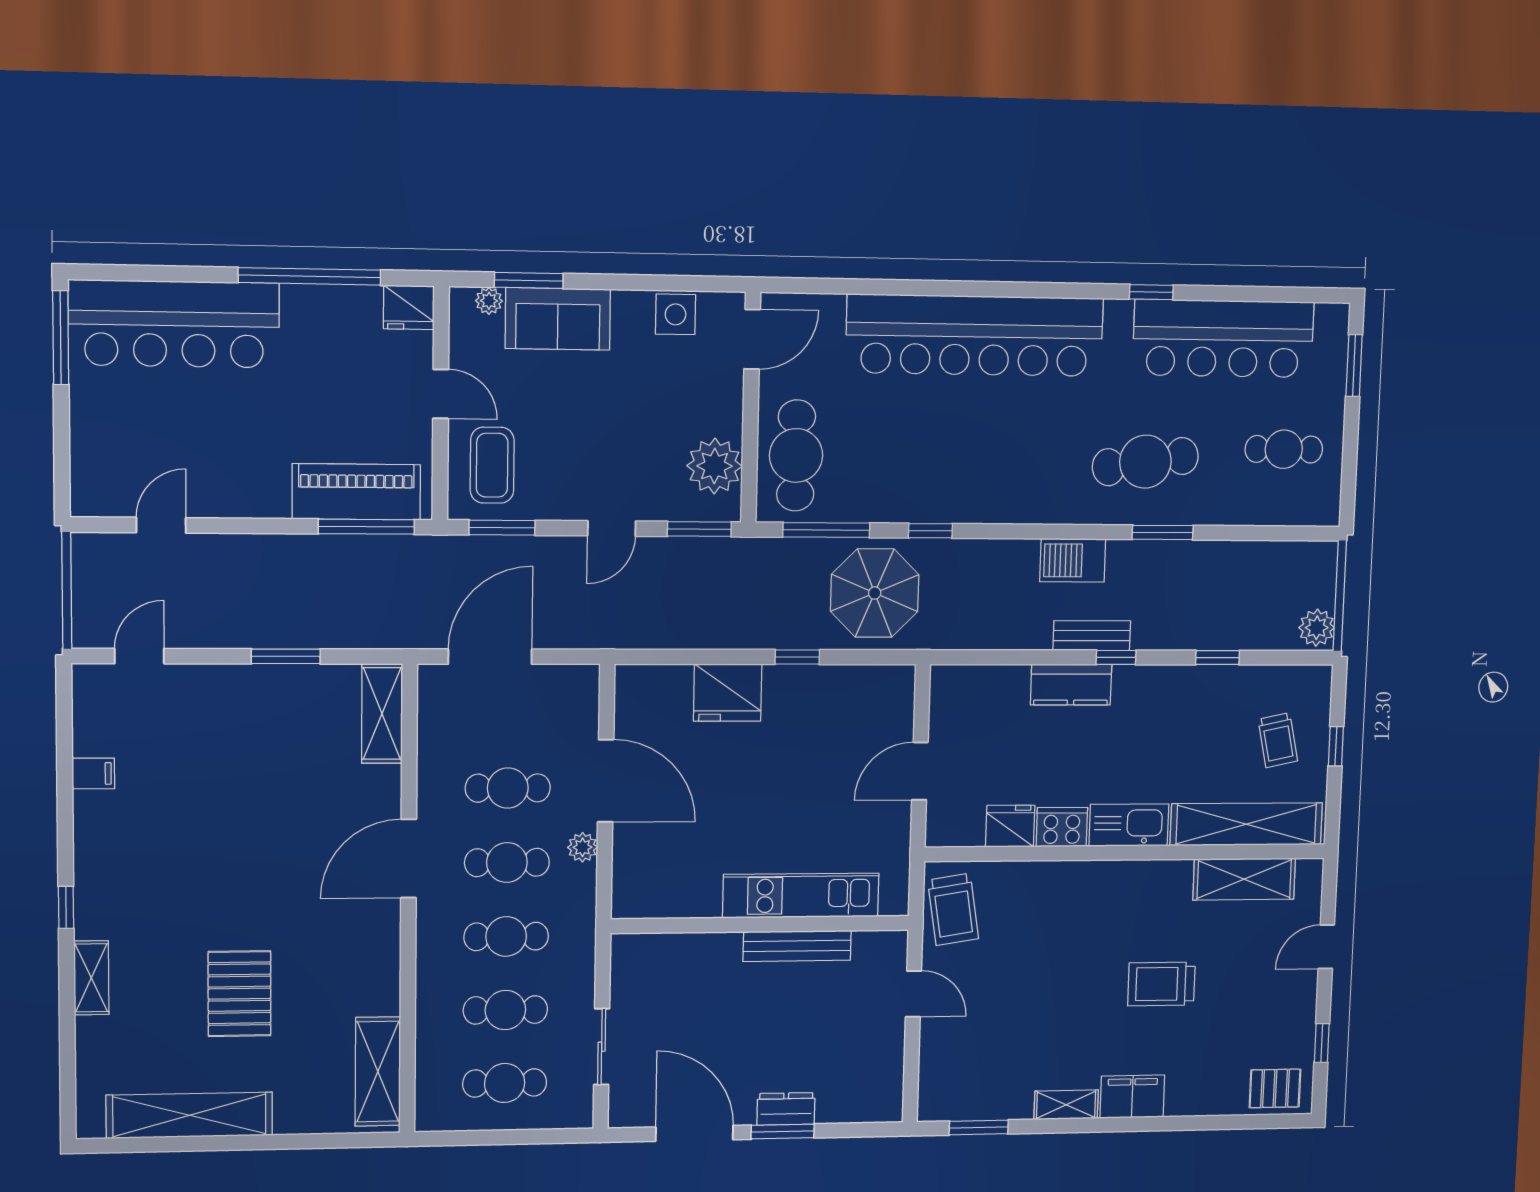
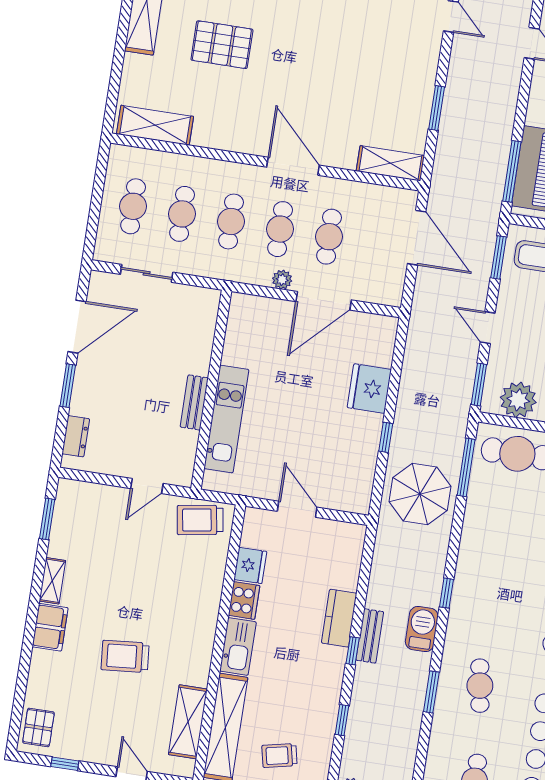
cafe table: (1145, 462) -> (480, 686), width x0.73, depth x0.74
window: (930, 531) -> (447, 593), moved
bench: (797, 946) -> (194, 402), width x0.73
trolley: (1161, 984) -> (125, 656), turned -95
dresser: (786, 1109) -> (76, 436), moved

